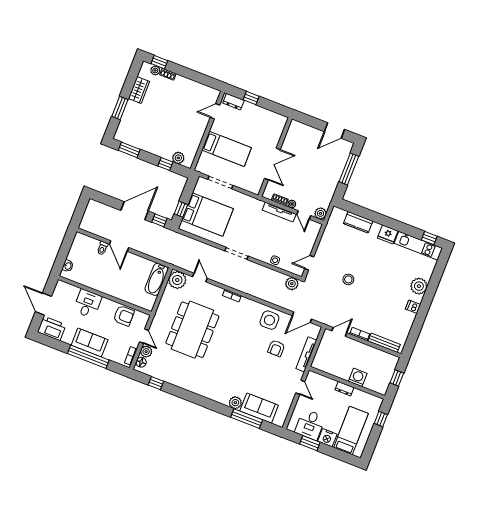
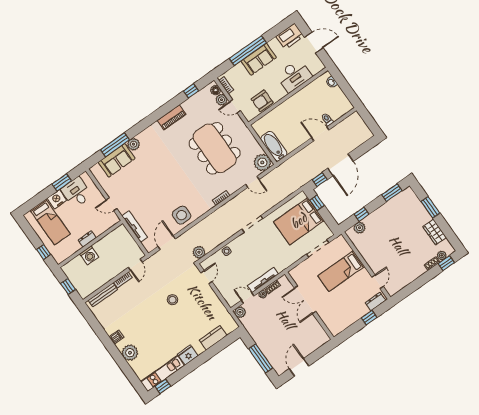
desk: (87, 304) -> (294, 76), width x1.37
armchair: (276, 348) -> (155, 206), removed
piano: (190, 385) -> (172, 117), added

